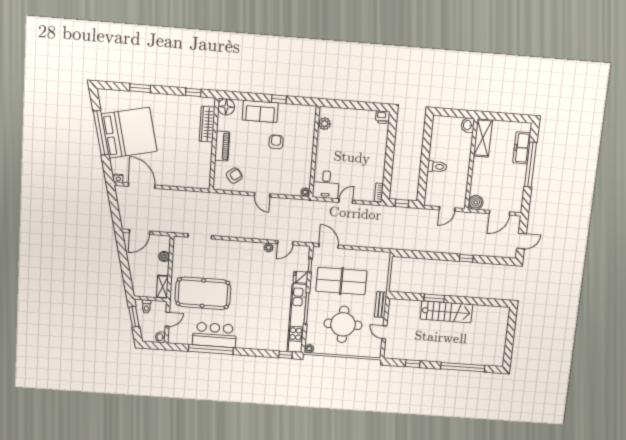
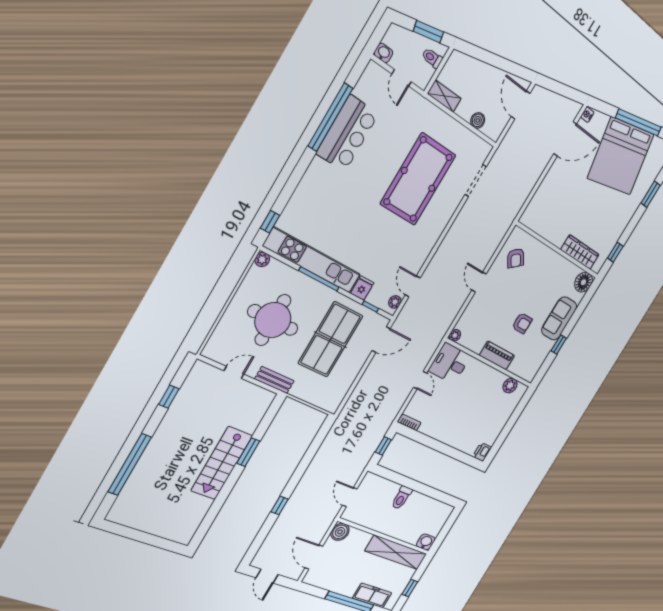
window: (509, 117) -> (410, 588), added
shelving: (483, 138) -> (396, 552), width x1.47
piano: (222, 146) -> (497, 355), moved, turned 180
door: (262, 195) -> (479, 282), hinge flipped
plant: (269, 248) -> (395, 302), moved
pool table: (203, 293) -> (418, 179), moved

